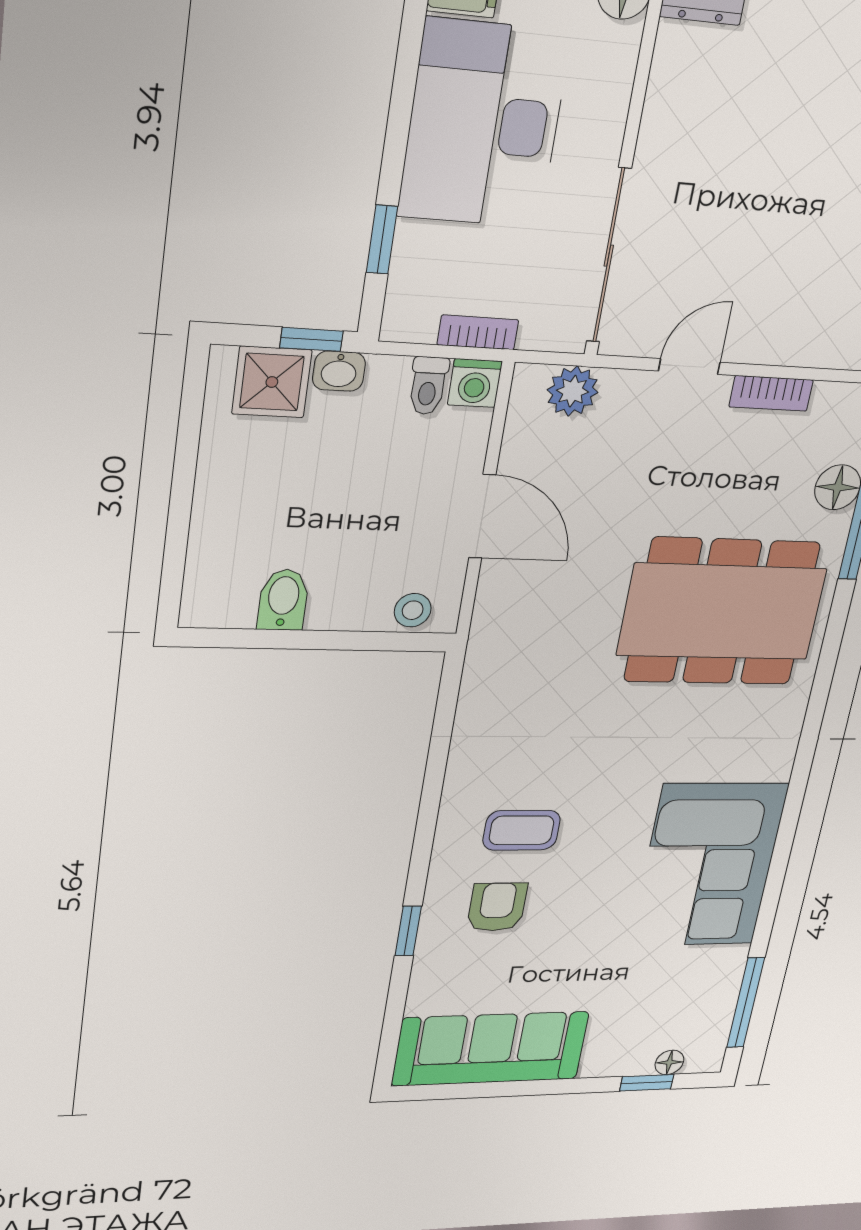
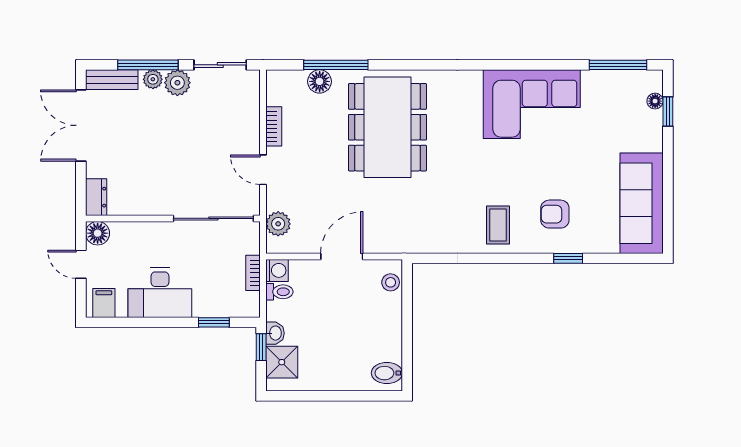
desk: (484, 124) -> (160, 293), width x0.73, depth x0.77
bidet: (283, 600) -> (387, 373), moved
coffee table: (522, 830) -> (498, 225), moved

